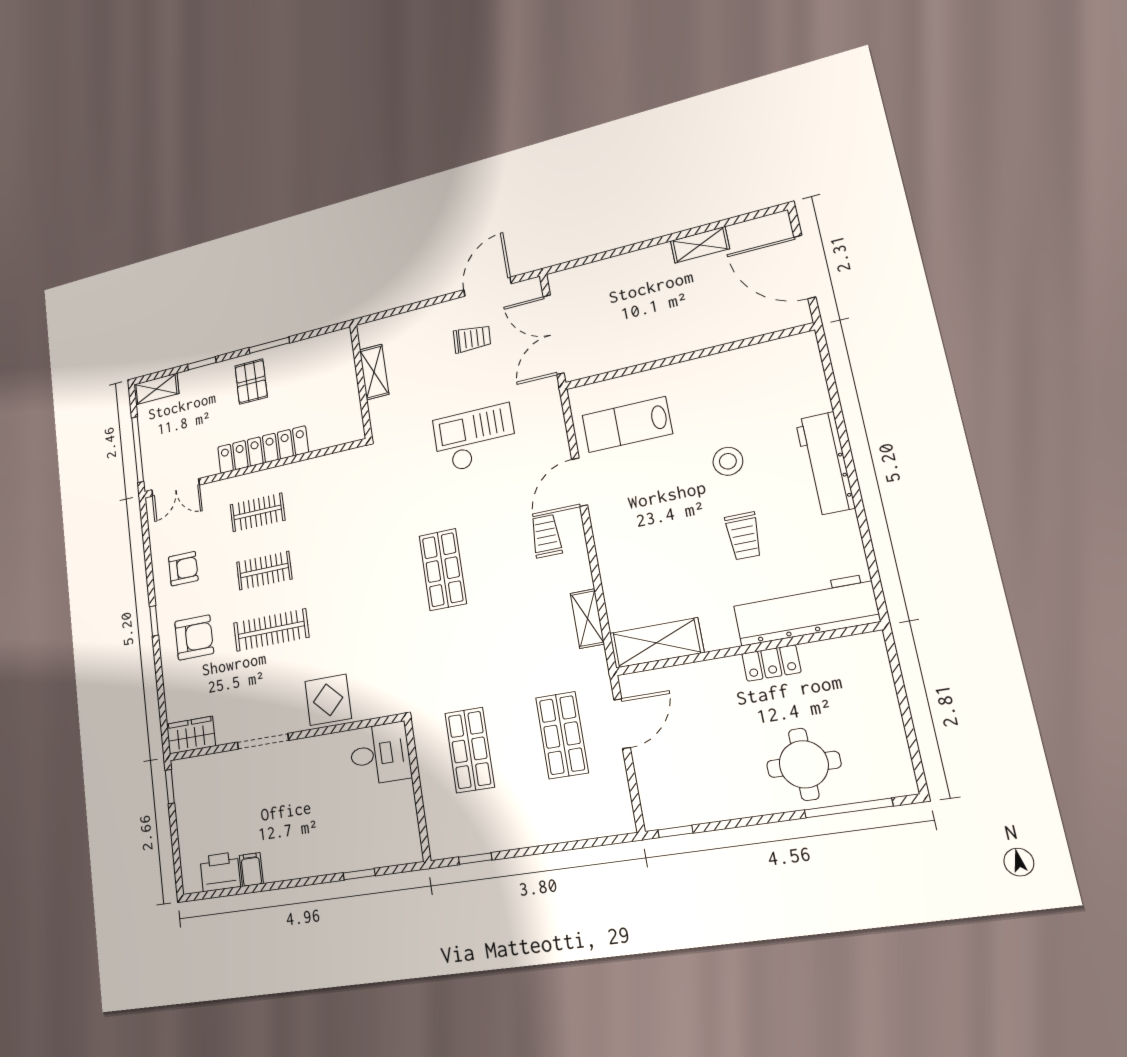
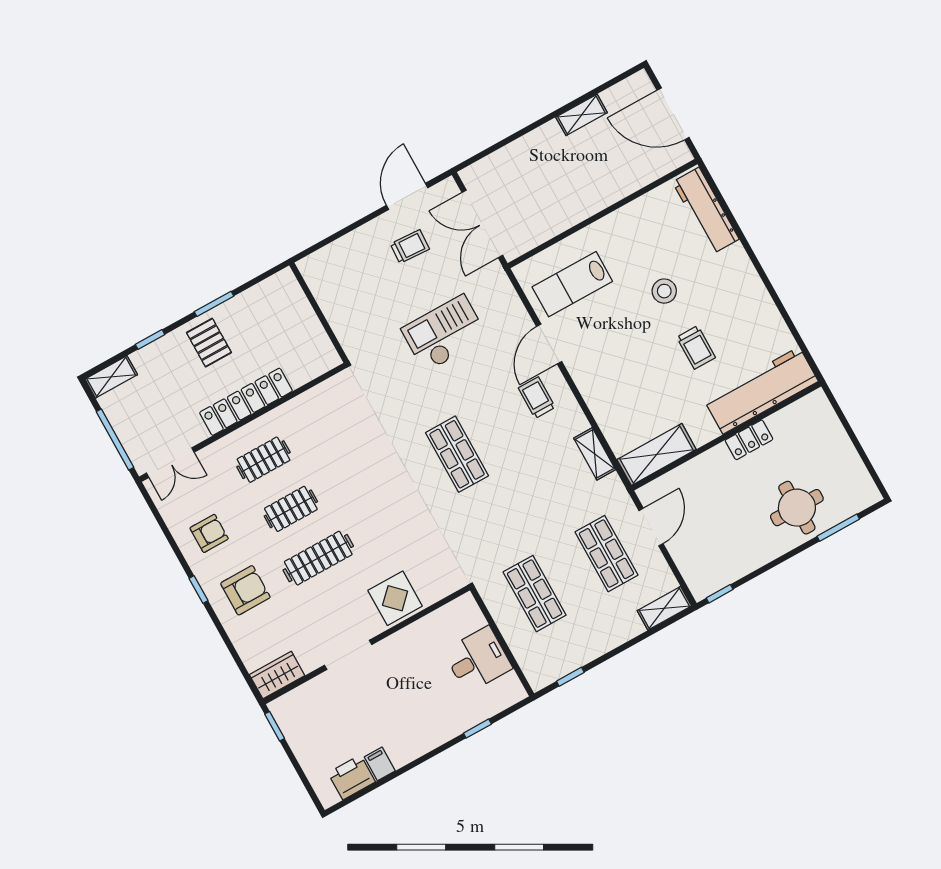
shelving: (374, 372) -> (664, 608), moved, turned 90
workbench: (825, 464) -> (706, 211), moved
desk: (380, 754) -> (478, 660), moved
window: (848, 808) -> (838, 528), width x0.69

